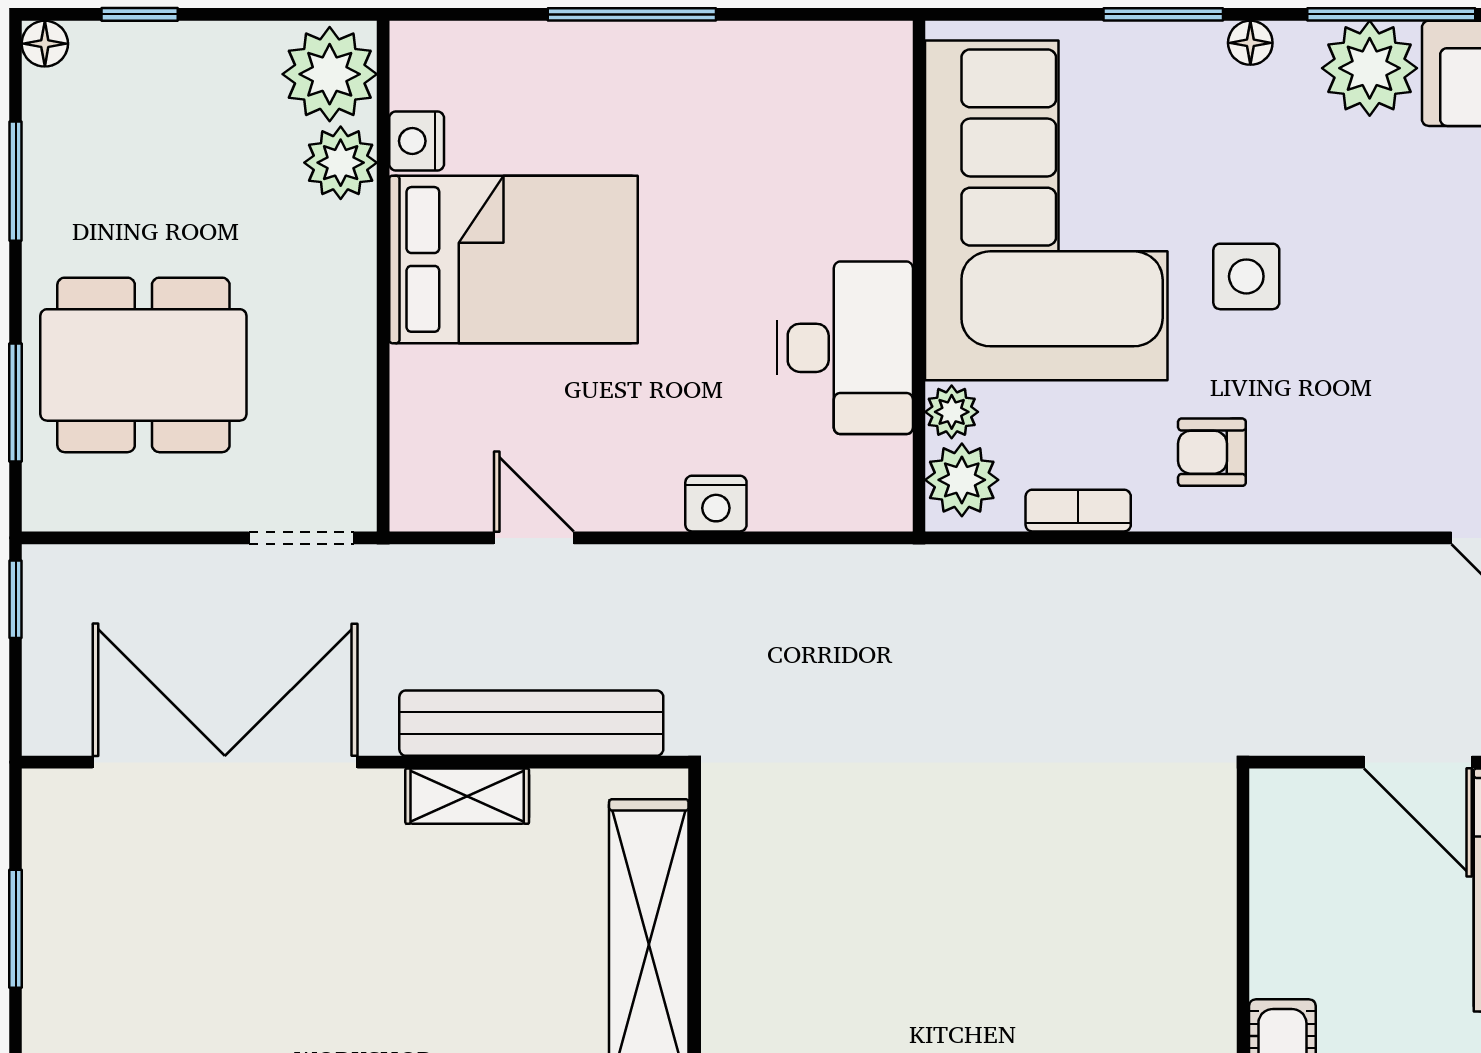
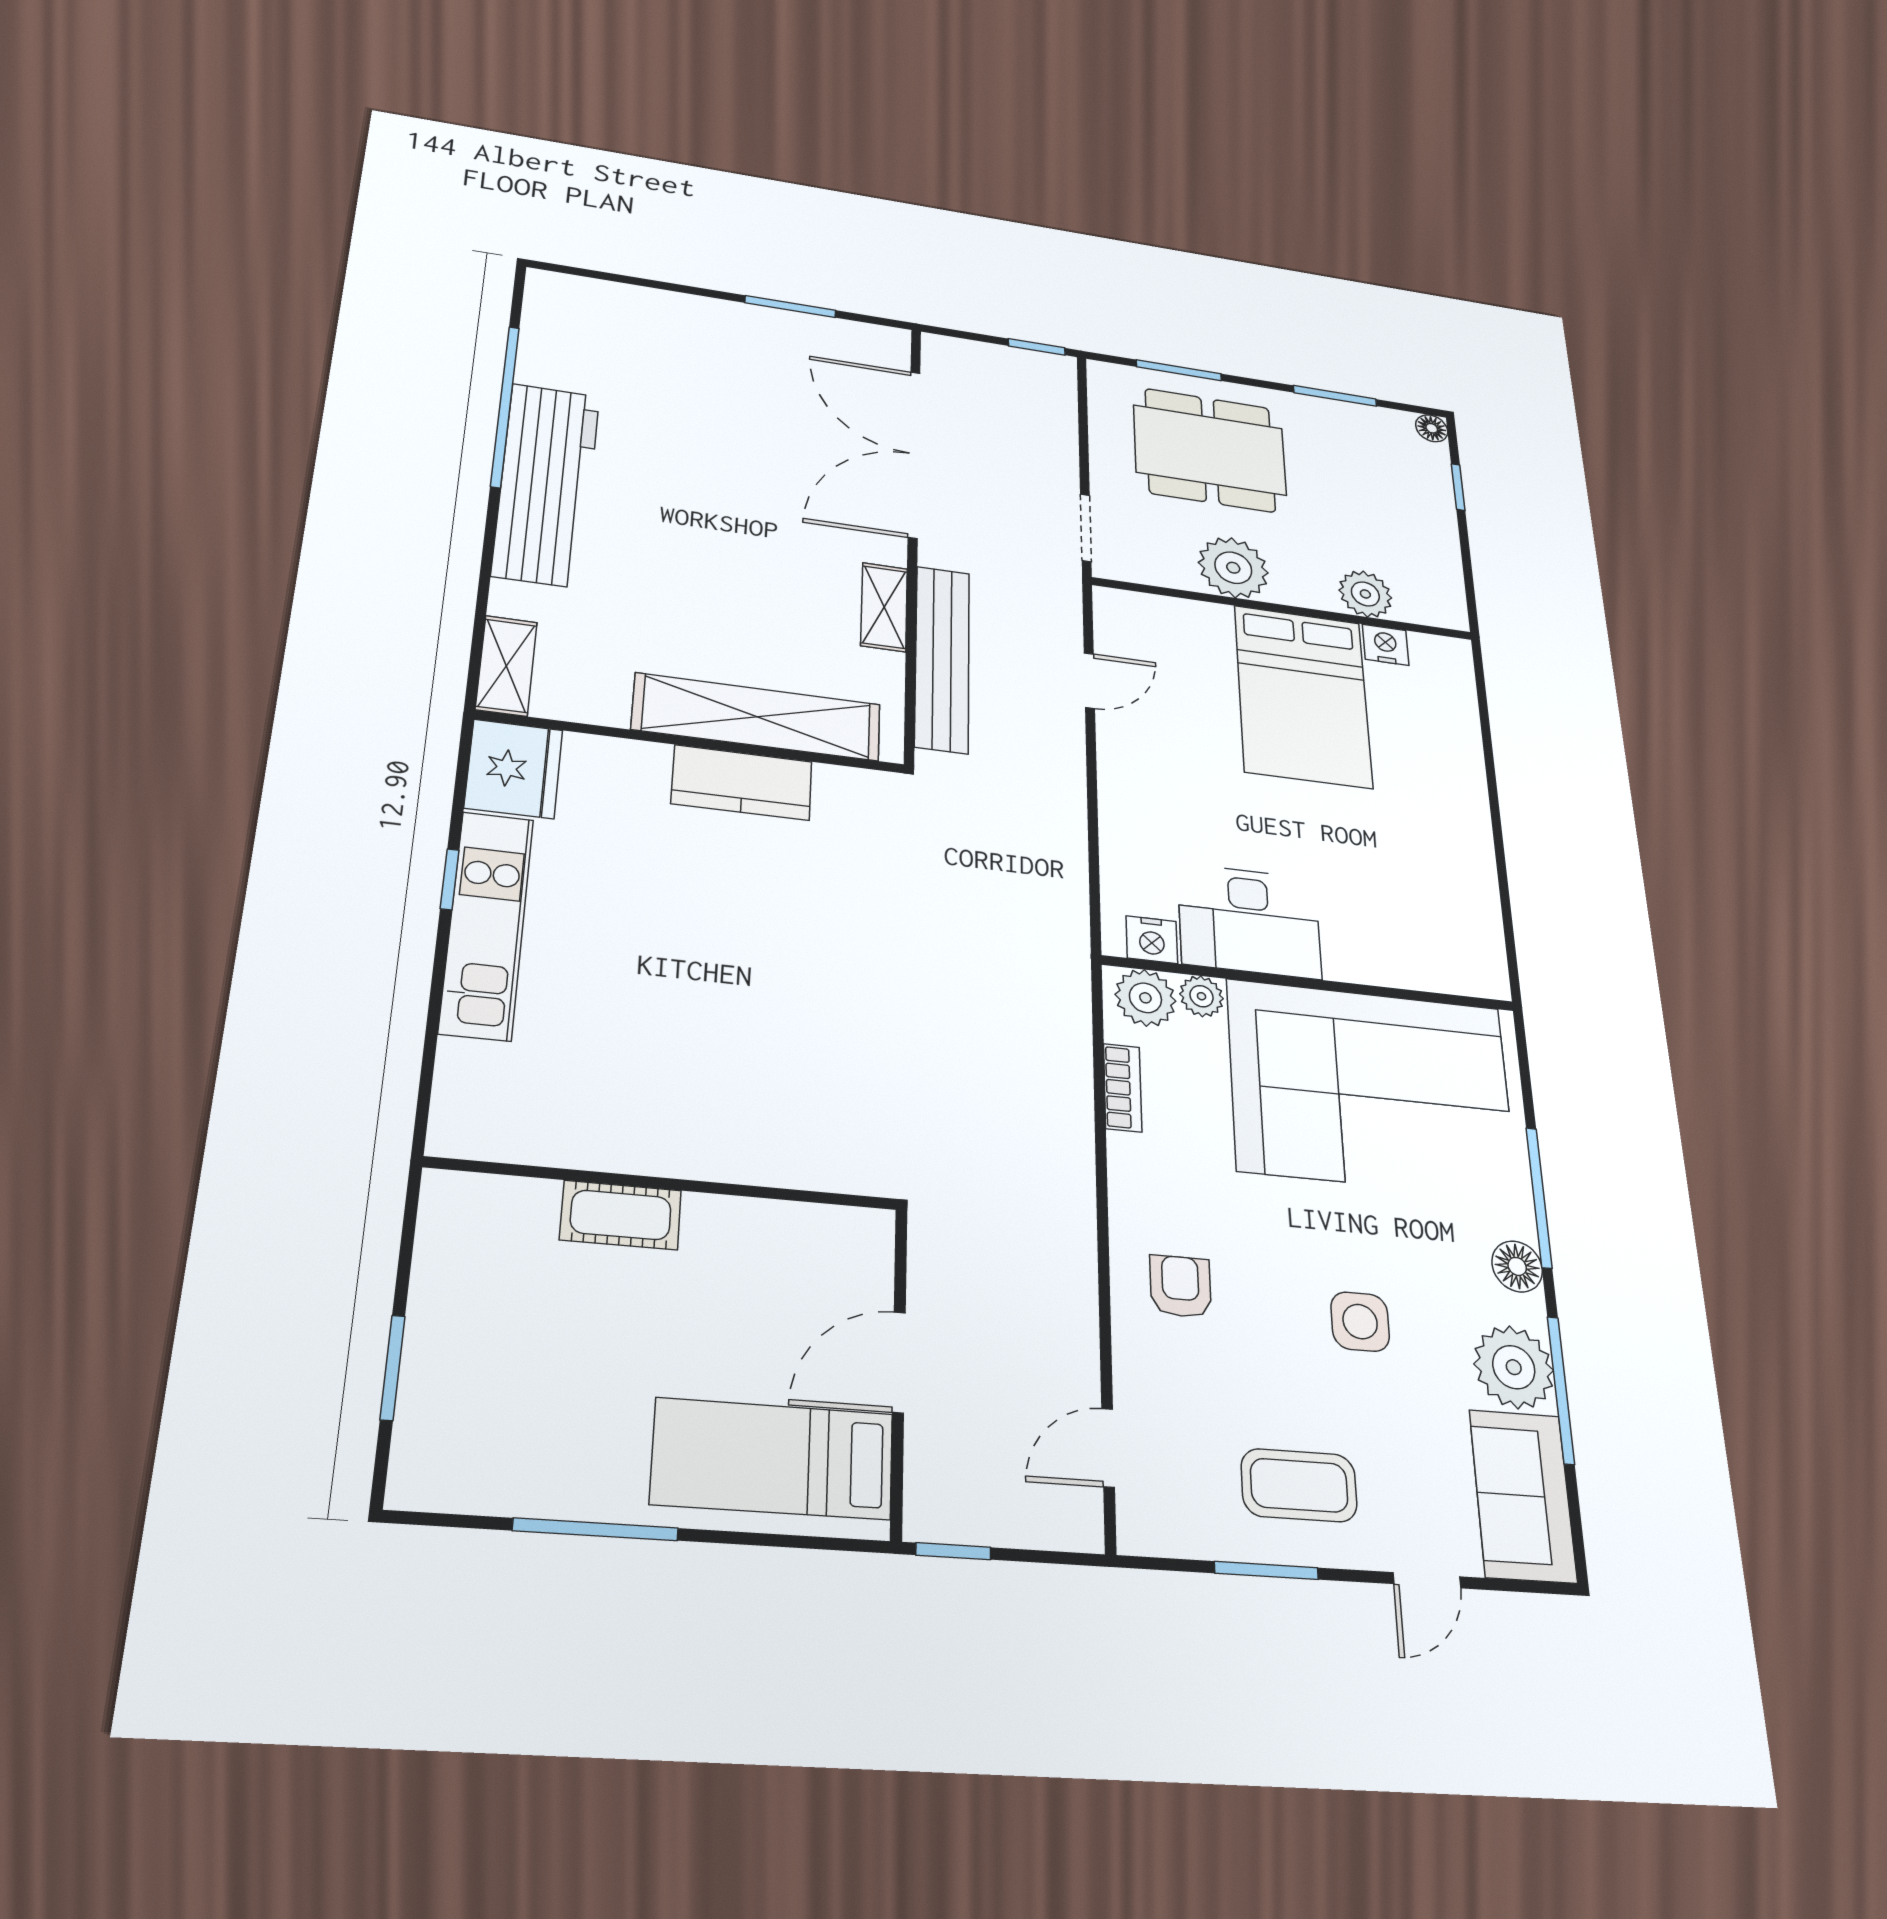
window: (632, 14) -> (1494, 801), removed
window: (1163, 14) -> (1539, 1197), width x1.44
floor lamp: (1250, 43) -> (1517, 1266), width x1.37, depth x1.37
plant: (330, 74) -> (1233, 568), moved
side table: (1246, 276) -> (1360, 1322), moved
dining table: (143, 365) -> (1210, 450), turned 90
armchair: (1212, 452) -> (1180, 1286), moved
nightstand: (716, 504) -> (1152, 940), moved, turned -90
double door: (225, 762) -> (914, 454), swing flipped
kitchen counter: (741, 958) -> (742, 783), added

